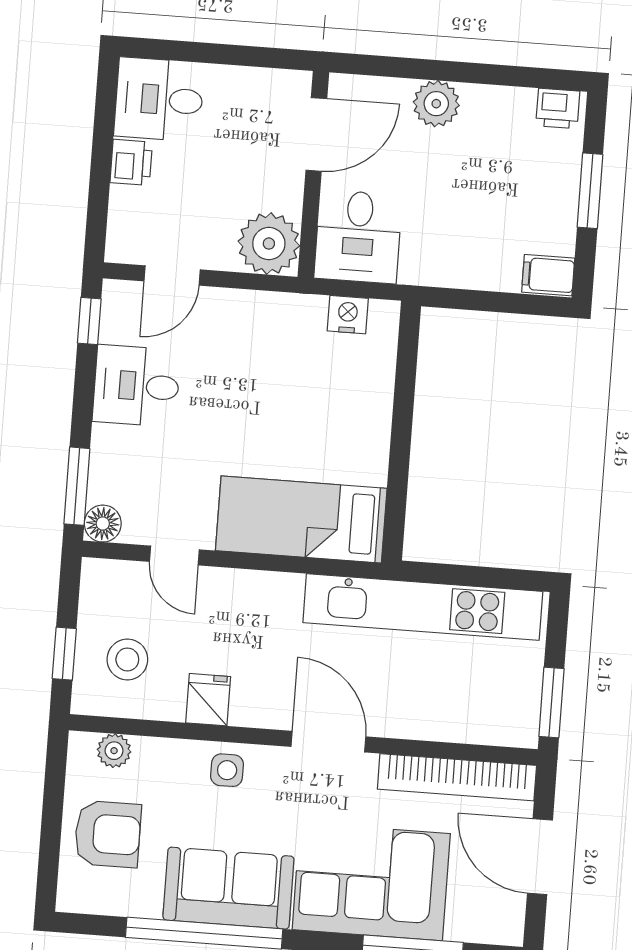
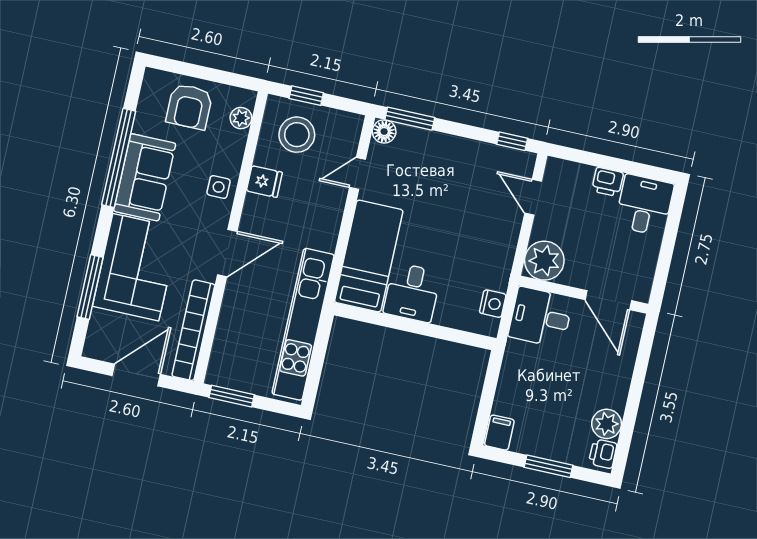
plant: (436, 104) -> (607, 424), moved
desk: (136, 386) -> (412, 292), moved, turned 180
stool: (127, 659) -> (297, 135), width x1.38, depth x1.38

